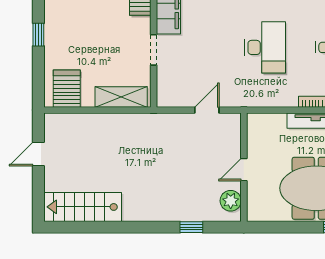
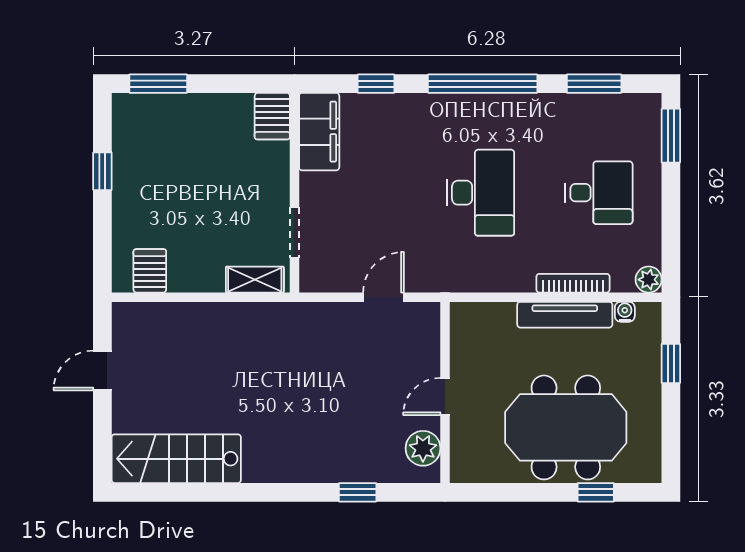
doorway: (154, 50) -> (294, 232), moved
server rack: (67, 89) -> (150, 271), width x0.73, depth x0.70
shelving: (121, 97) -> (255, 280), width x0.67, depth x0.75

